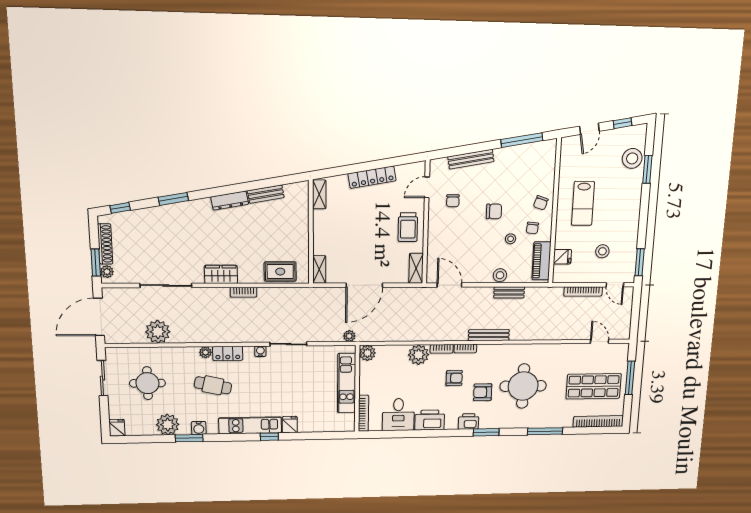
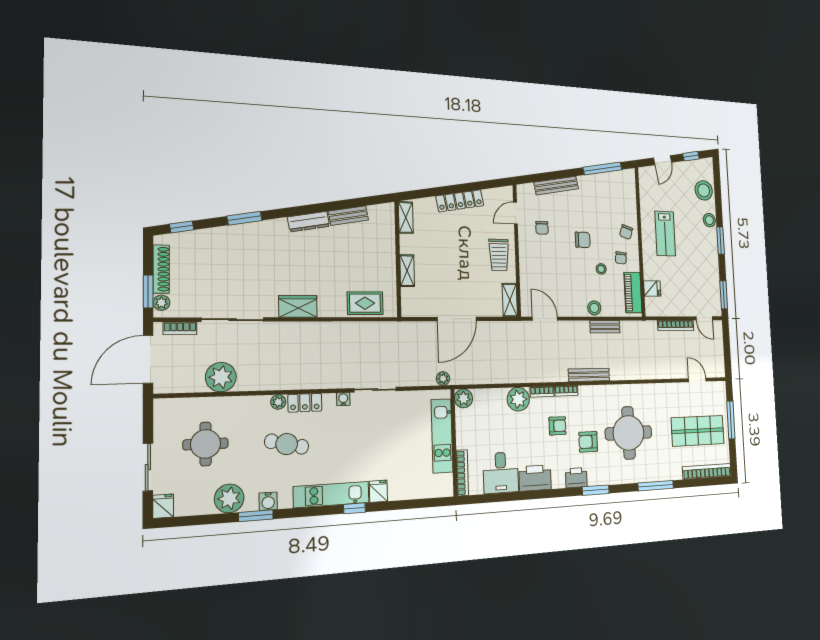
window: (647, 169) -> (721, 241), moved
stool: (602, 251) -> (709, 220), moved
shelving: (319, 270) -> (407, 271), moved
bookcase: (244, 292) -> (180, 328), moved
sliding door: (102, 378) -> (148, 467), moved

